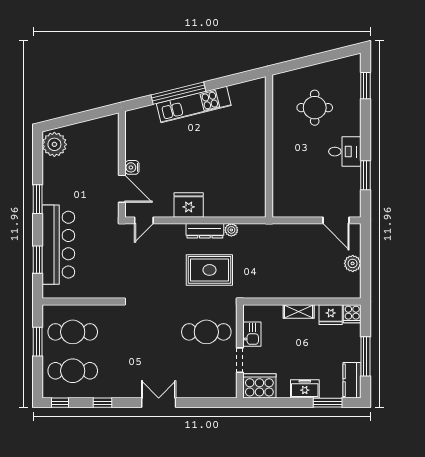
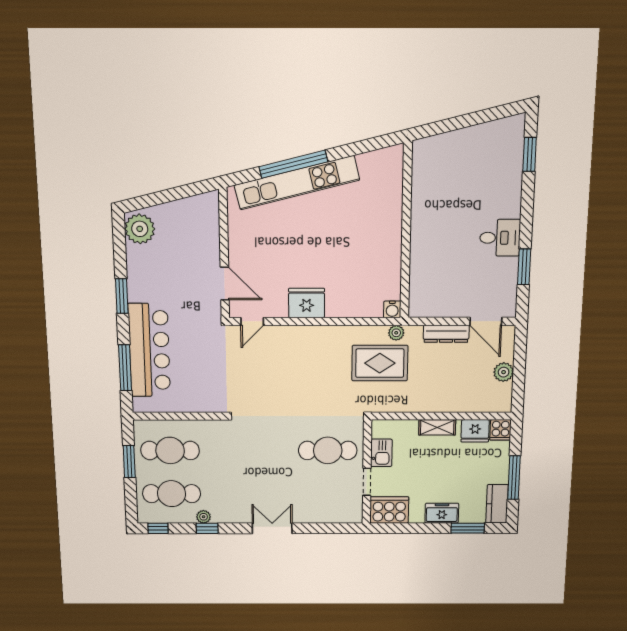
kitchen unit: (194, 104) -> (297, 183), width x1.36
round table: (315, 108) -> (465, 183), removed
water cooler: (132, 167) -> (392, 309), moved, turned -90
plant: (231, 230) -> (396, 333), moved
dresser: (205, 231) -> (446, 334), moved
window: (38, 260) -> (125, 368), width x1.44
rug: (209, 270) -> (380, 363), moved
plant: (100, 392) -> (204, 517), added

